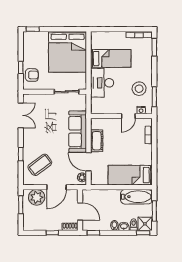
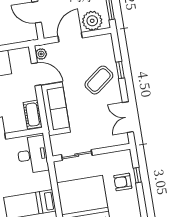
armchair: (32, 75) -> (123, 182), moved
desk: (102, 83) -> (32, 155), moved
cot: (97, 141) -> (33, 115), moved
coffee table: (40, 165) -> (99, 80), moved

